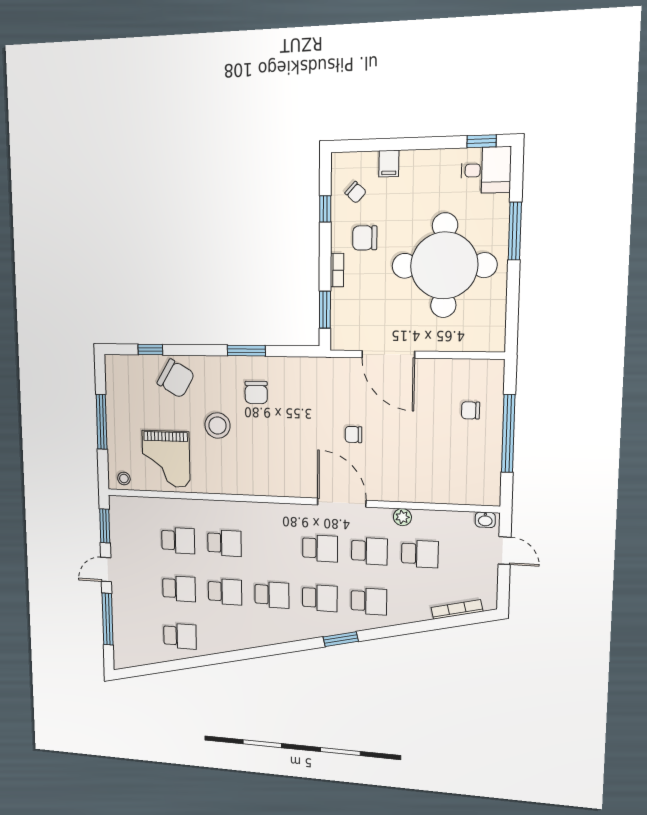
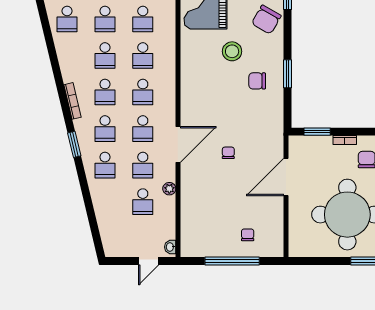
school desk: (272, 546) -> (143, 92), added
bookcase: (457, 609) -> (72, 101), moved

